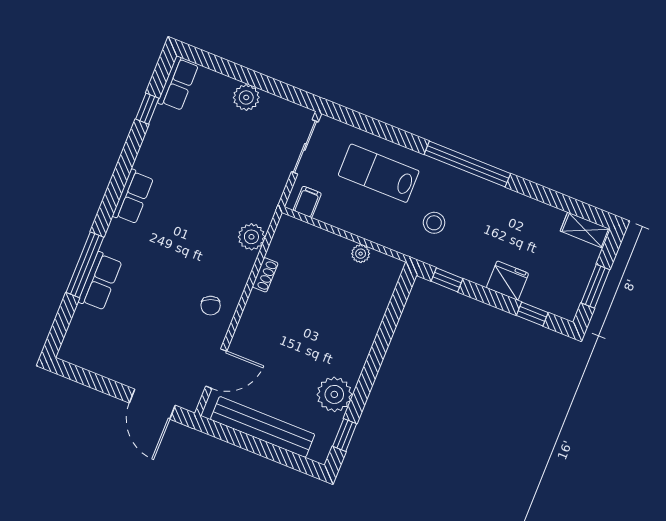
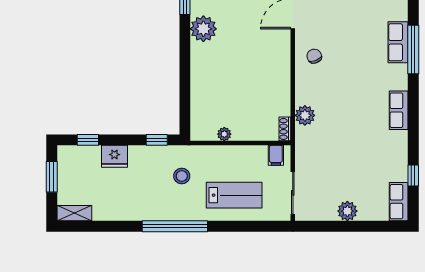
shoe rack: (265, 275) -> (285, 129), moved

